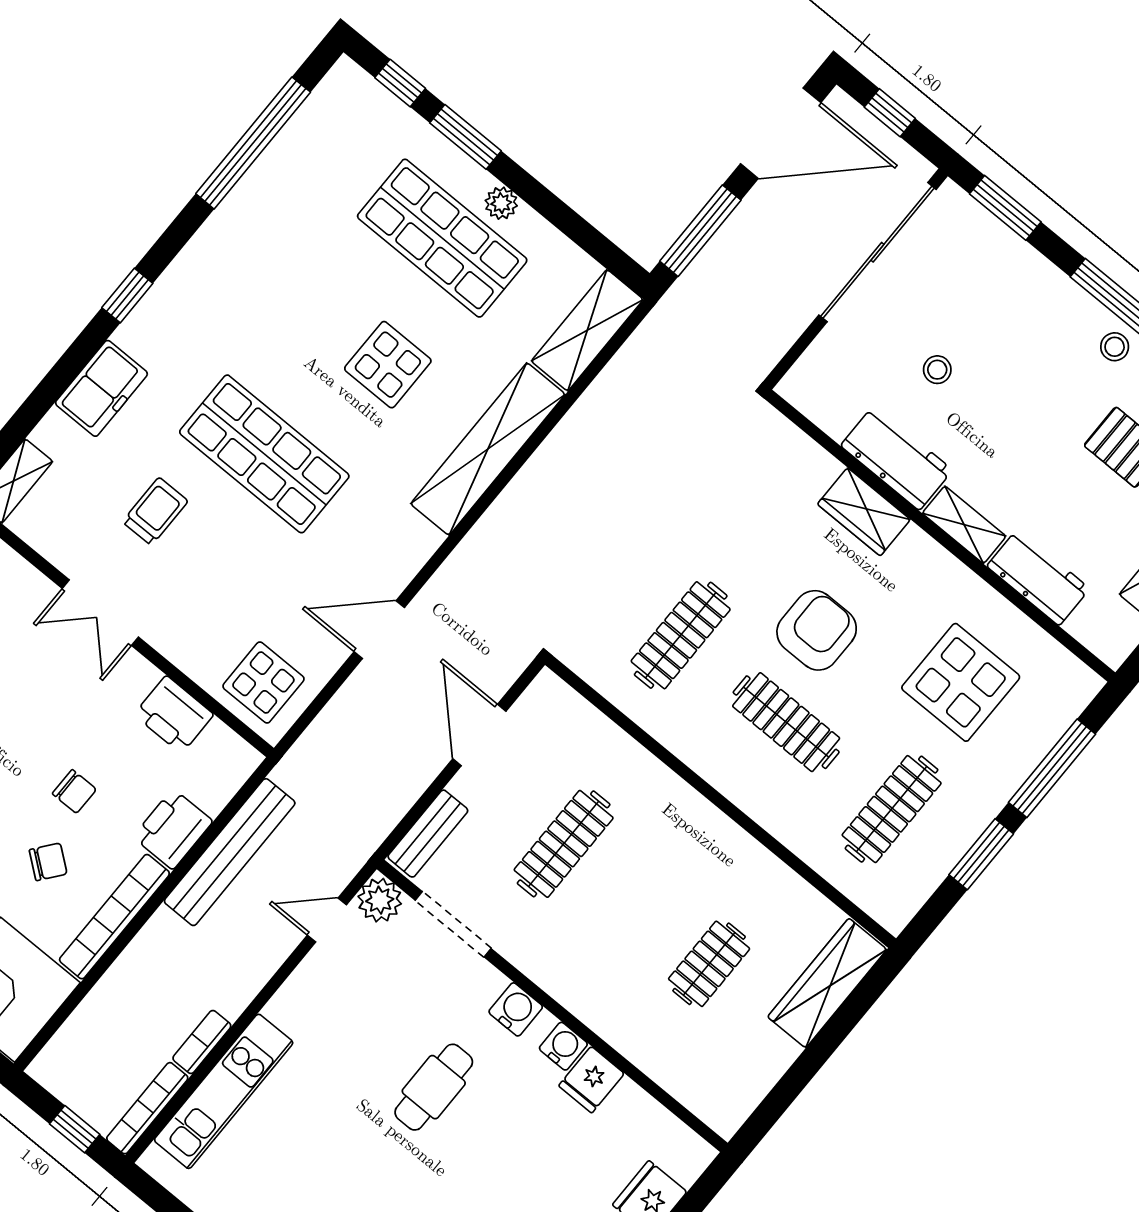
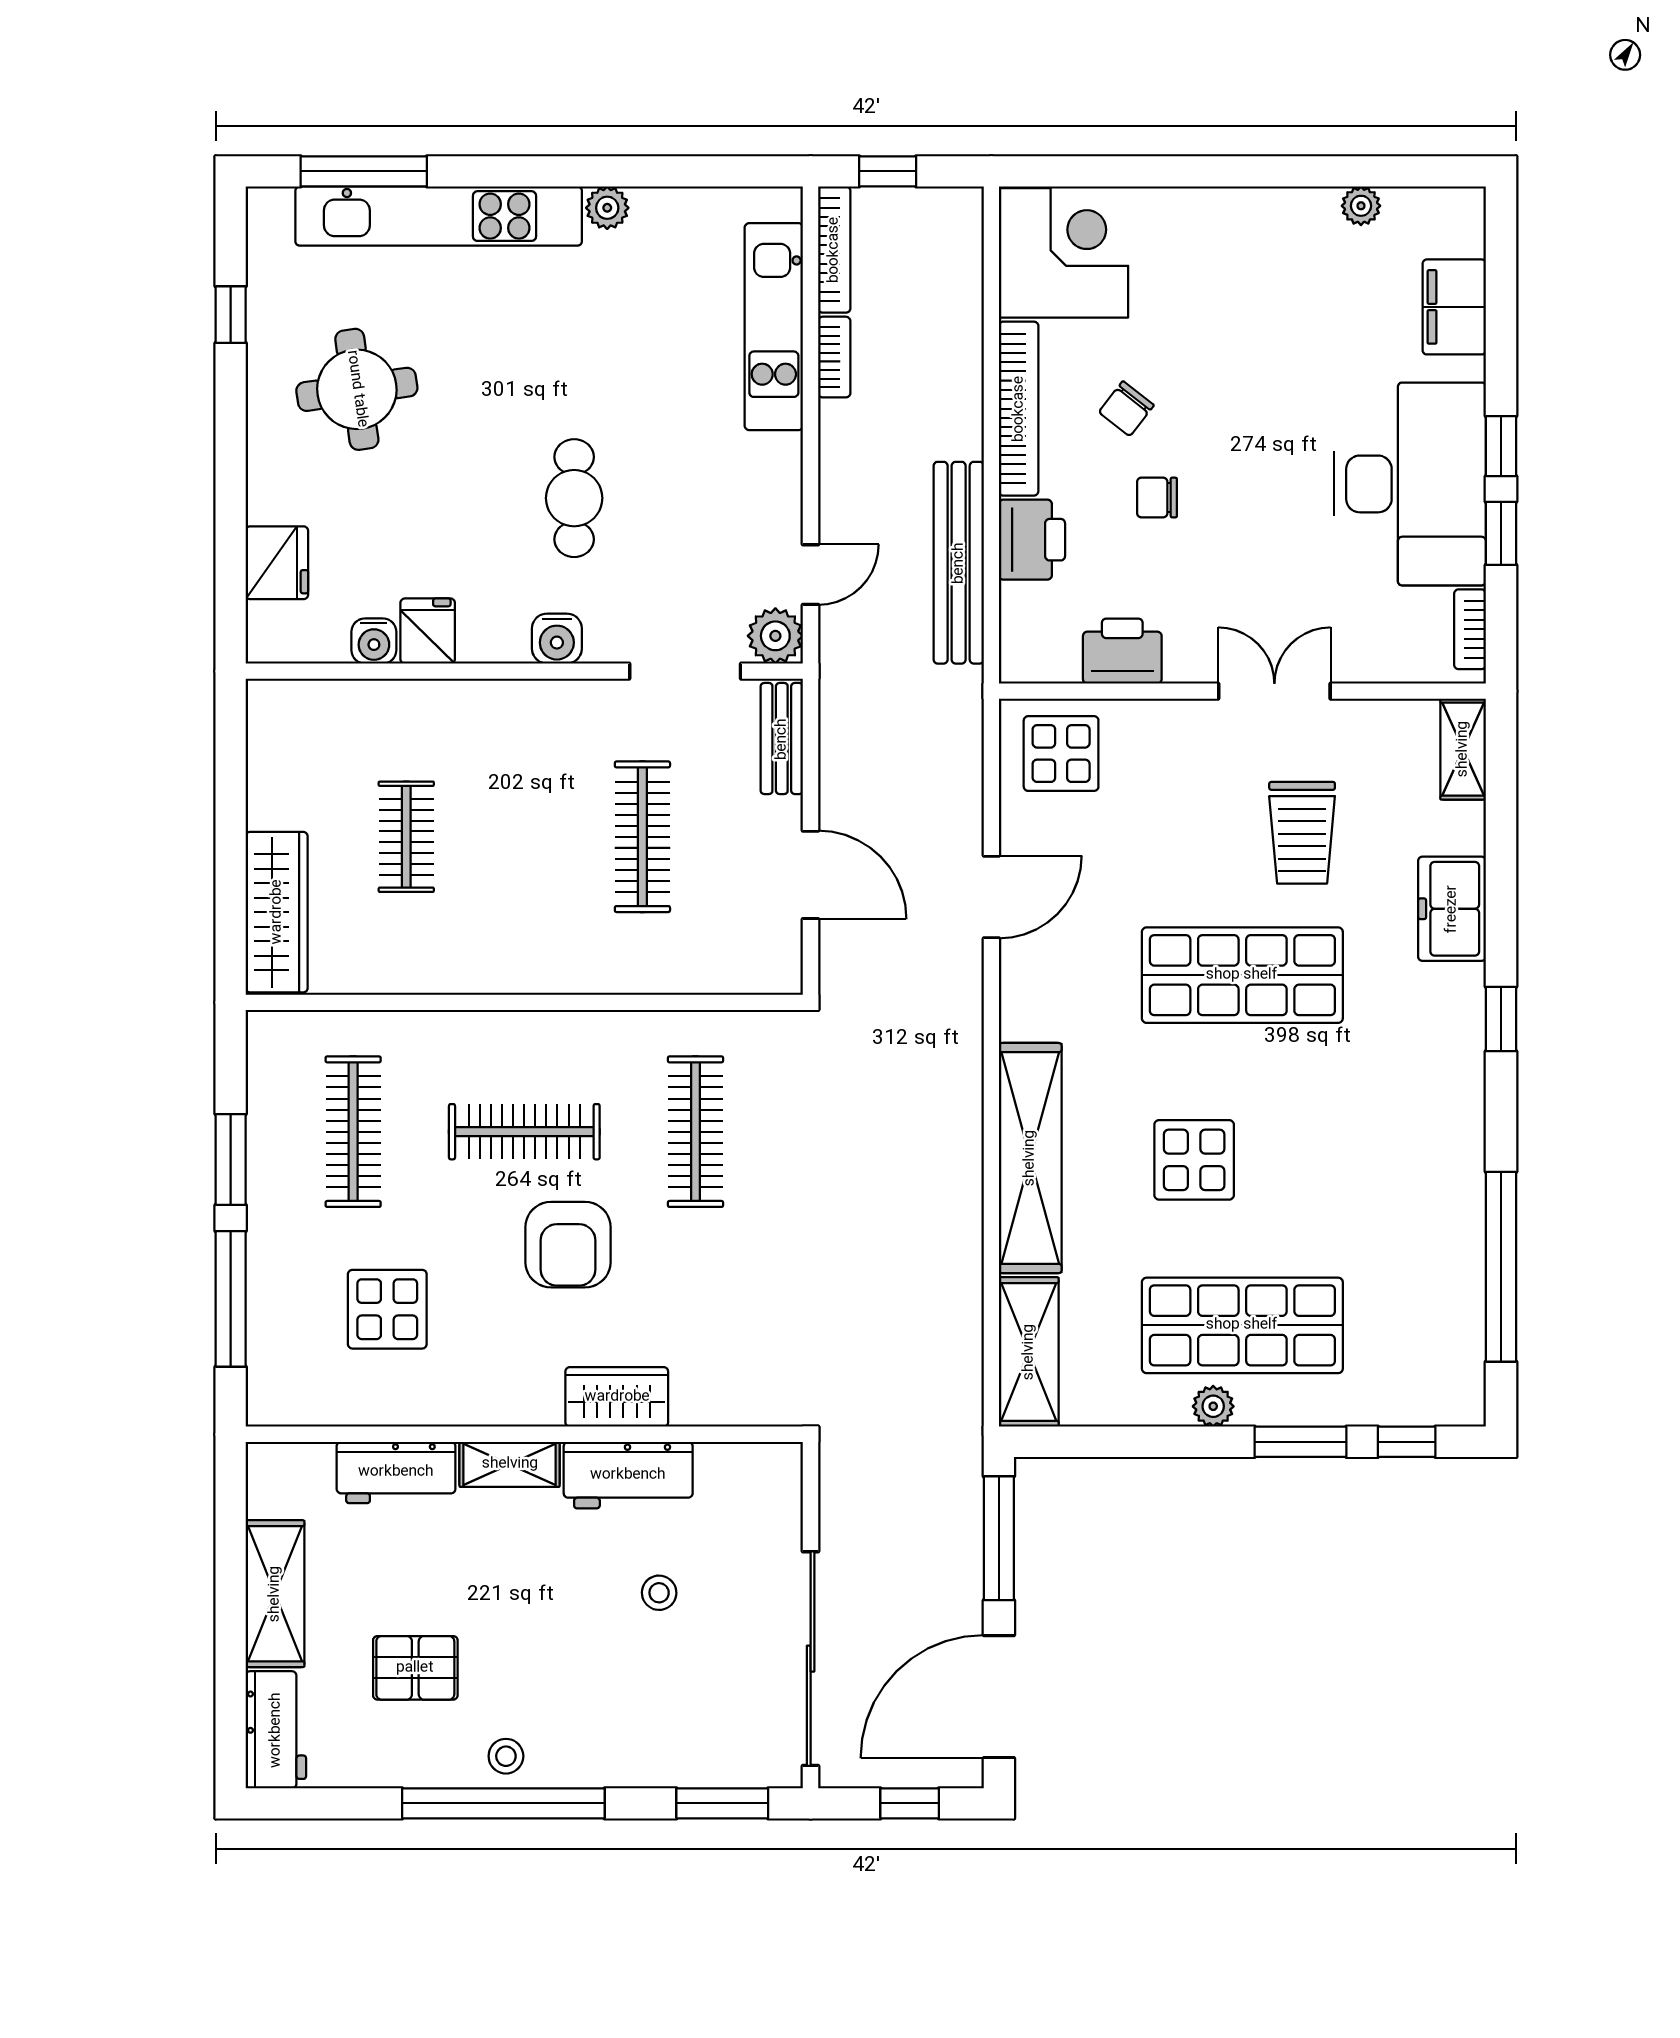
trolley: (155, 511) -> (1302, 833), width x1.36, depth x1.39
display table: (961, 682) -> (387, 1309), width x0.73, depth x0.73
water cooler: (563, 1046) -> (374, 641), moved

